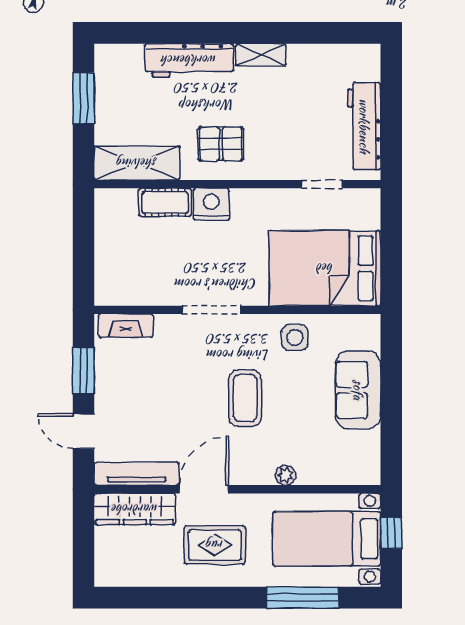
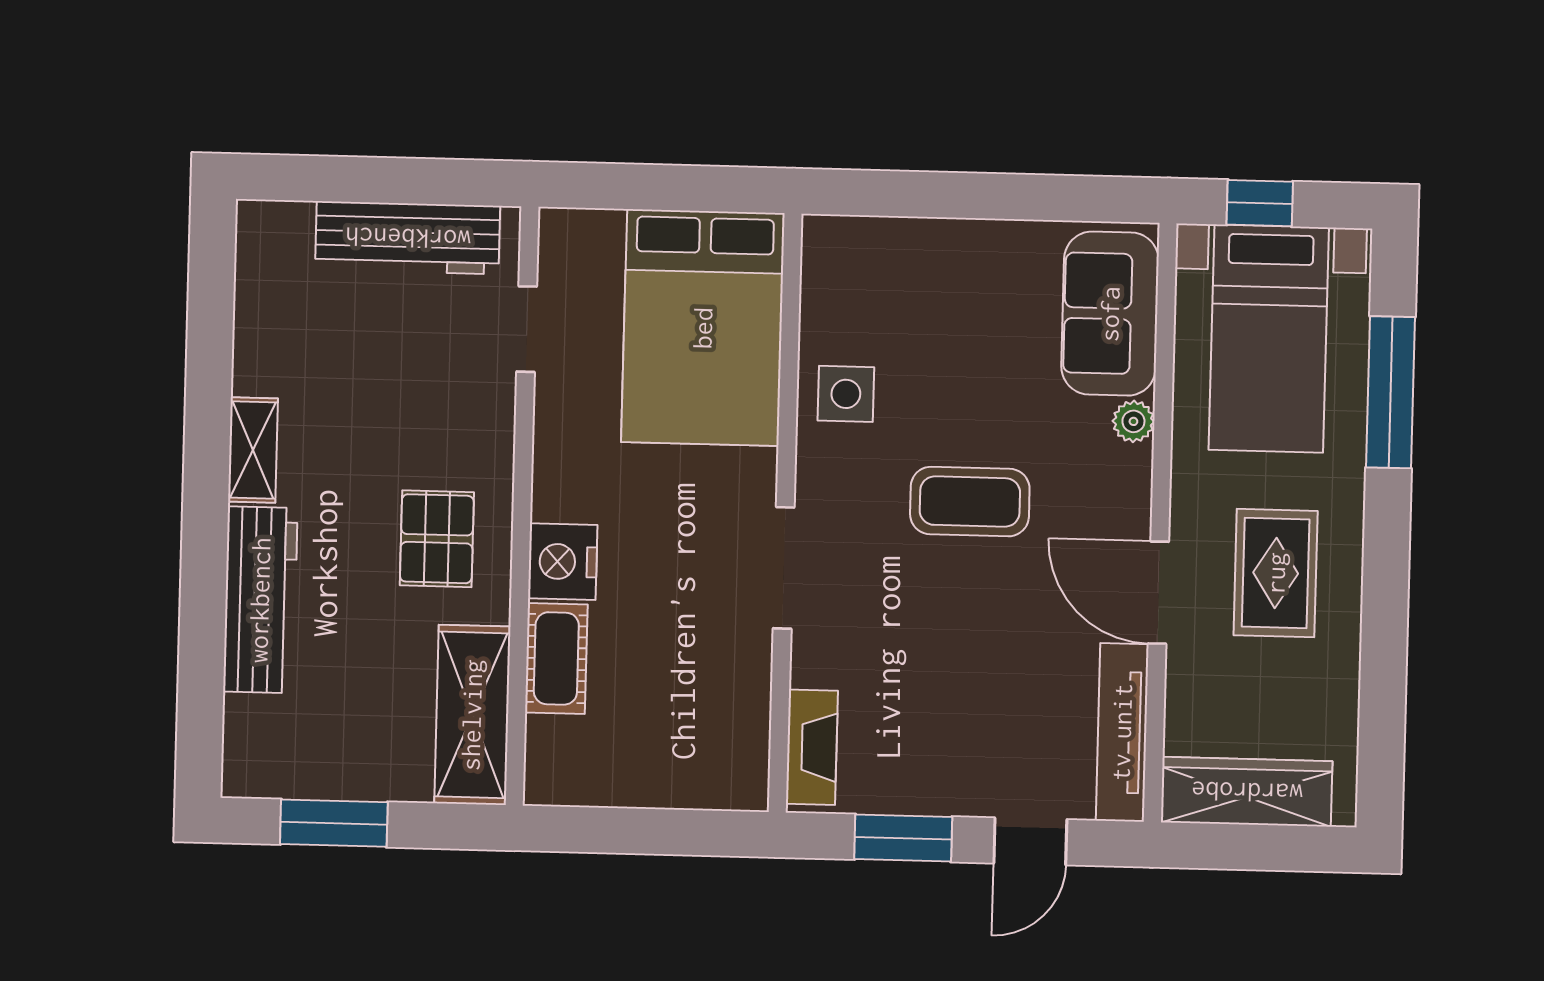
sofa: (358, 390) -> (1110, 314), moved, turned 90
wardrobe: (135, 509) -> (1247, 792), moved, turned -90

